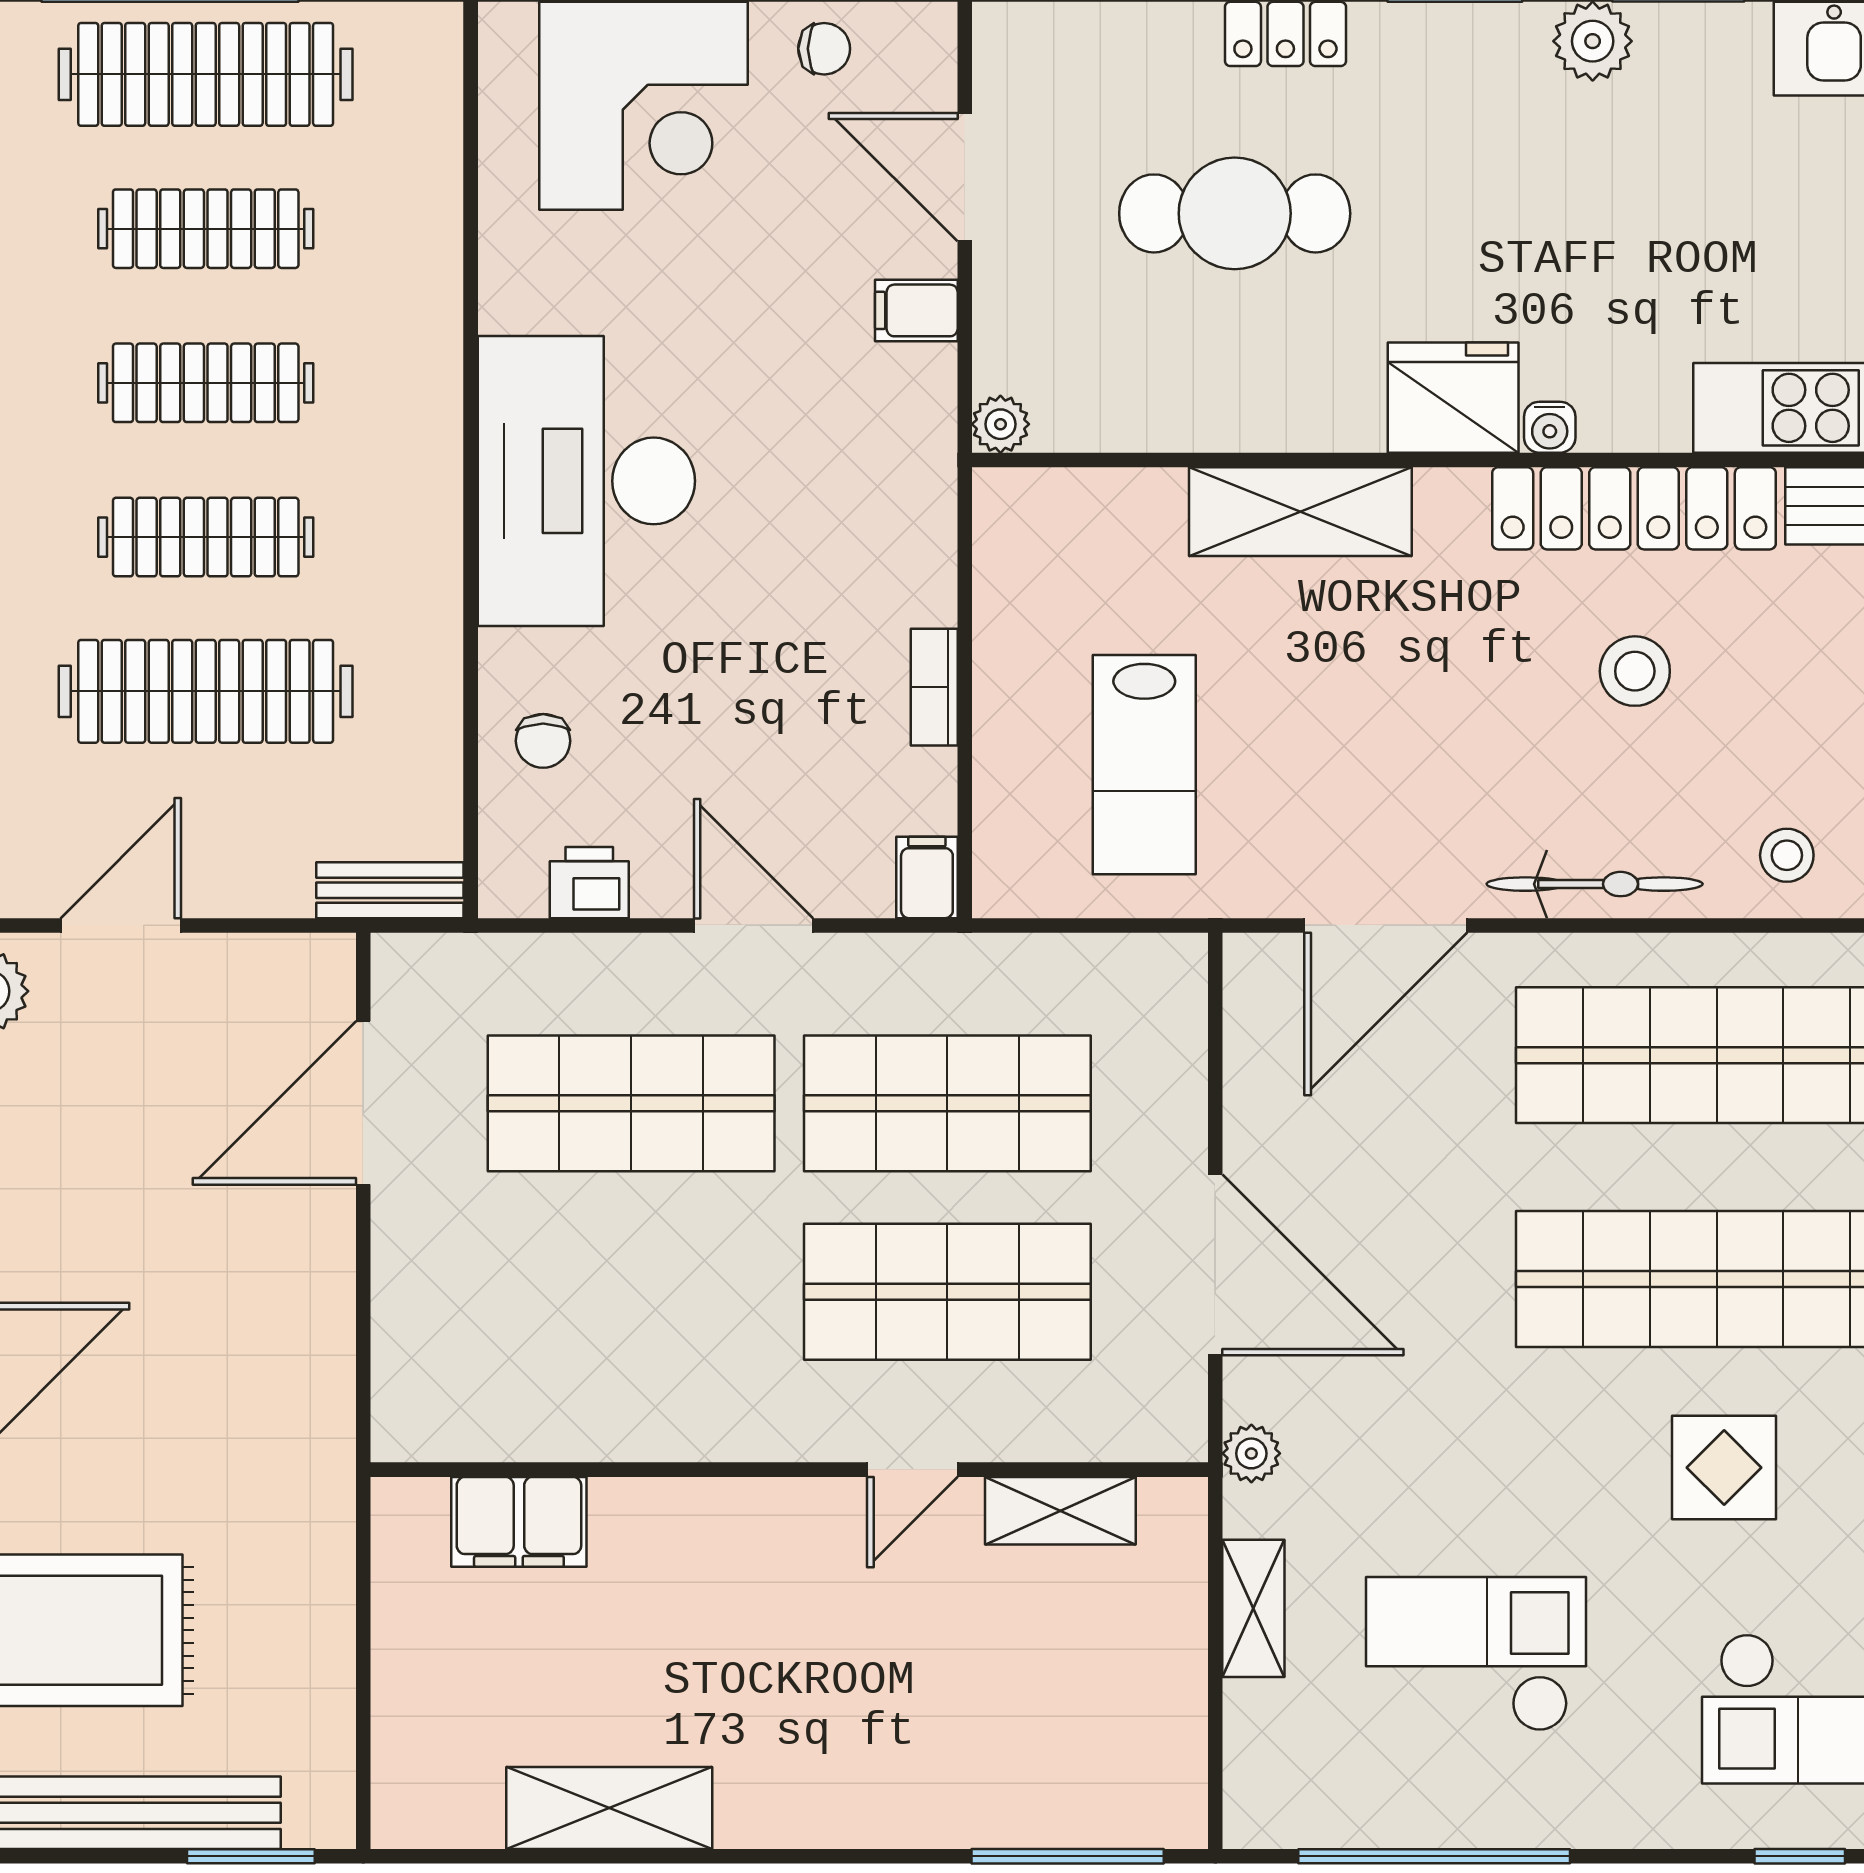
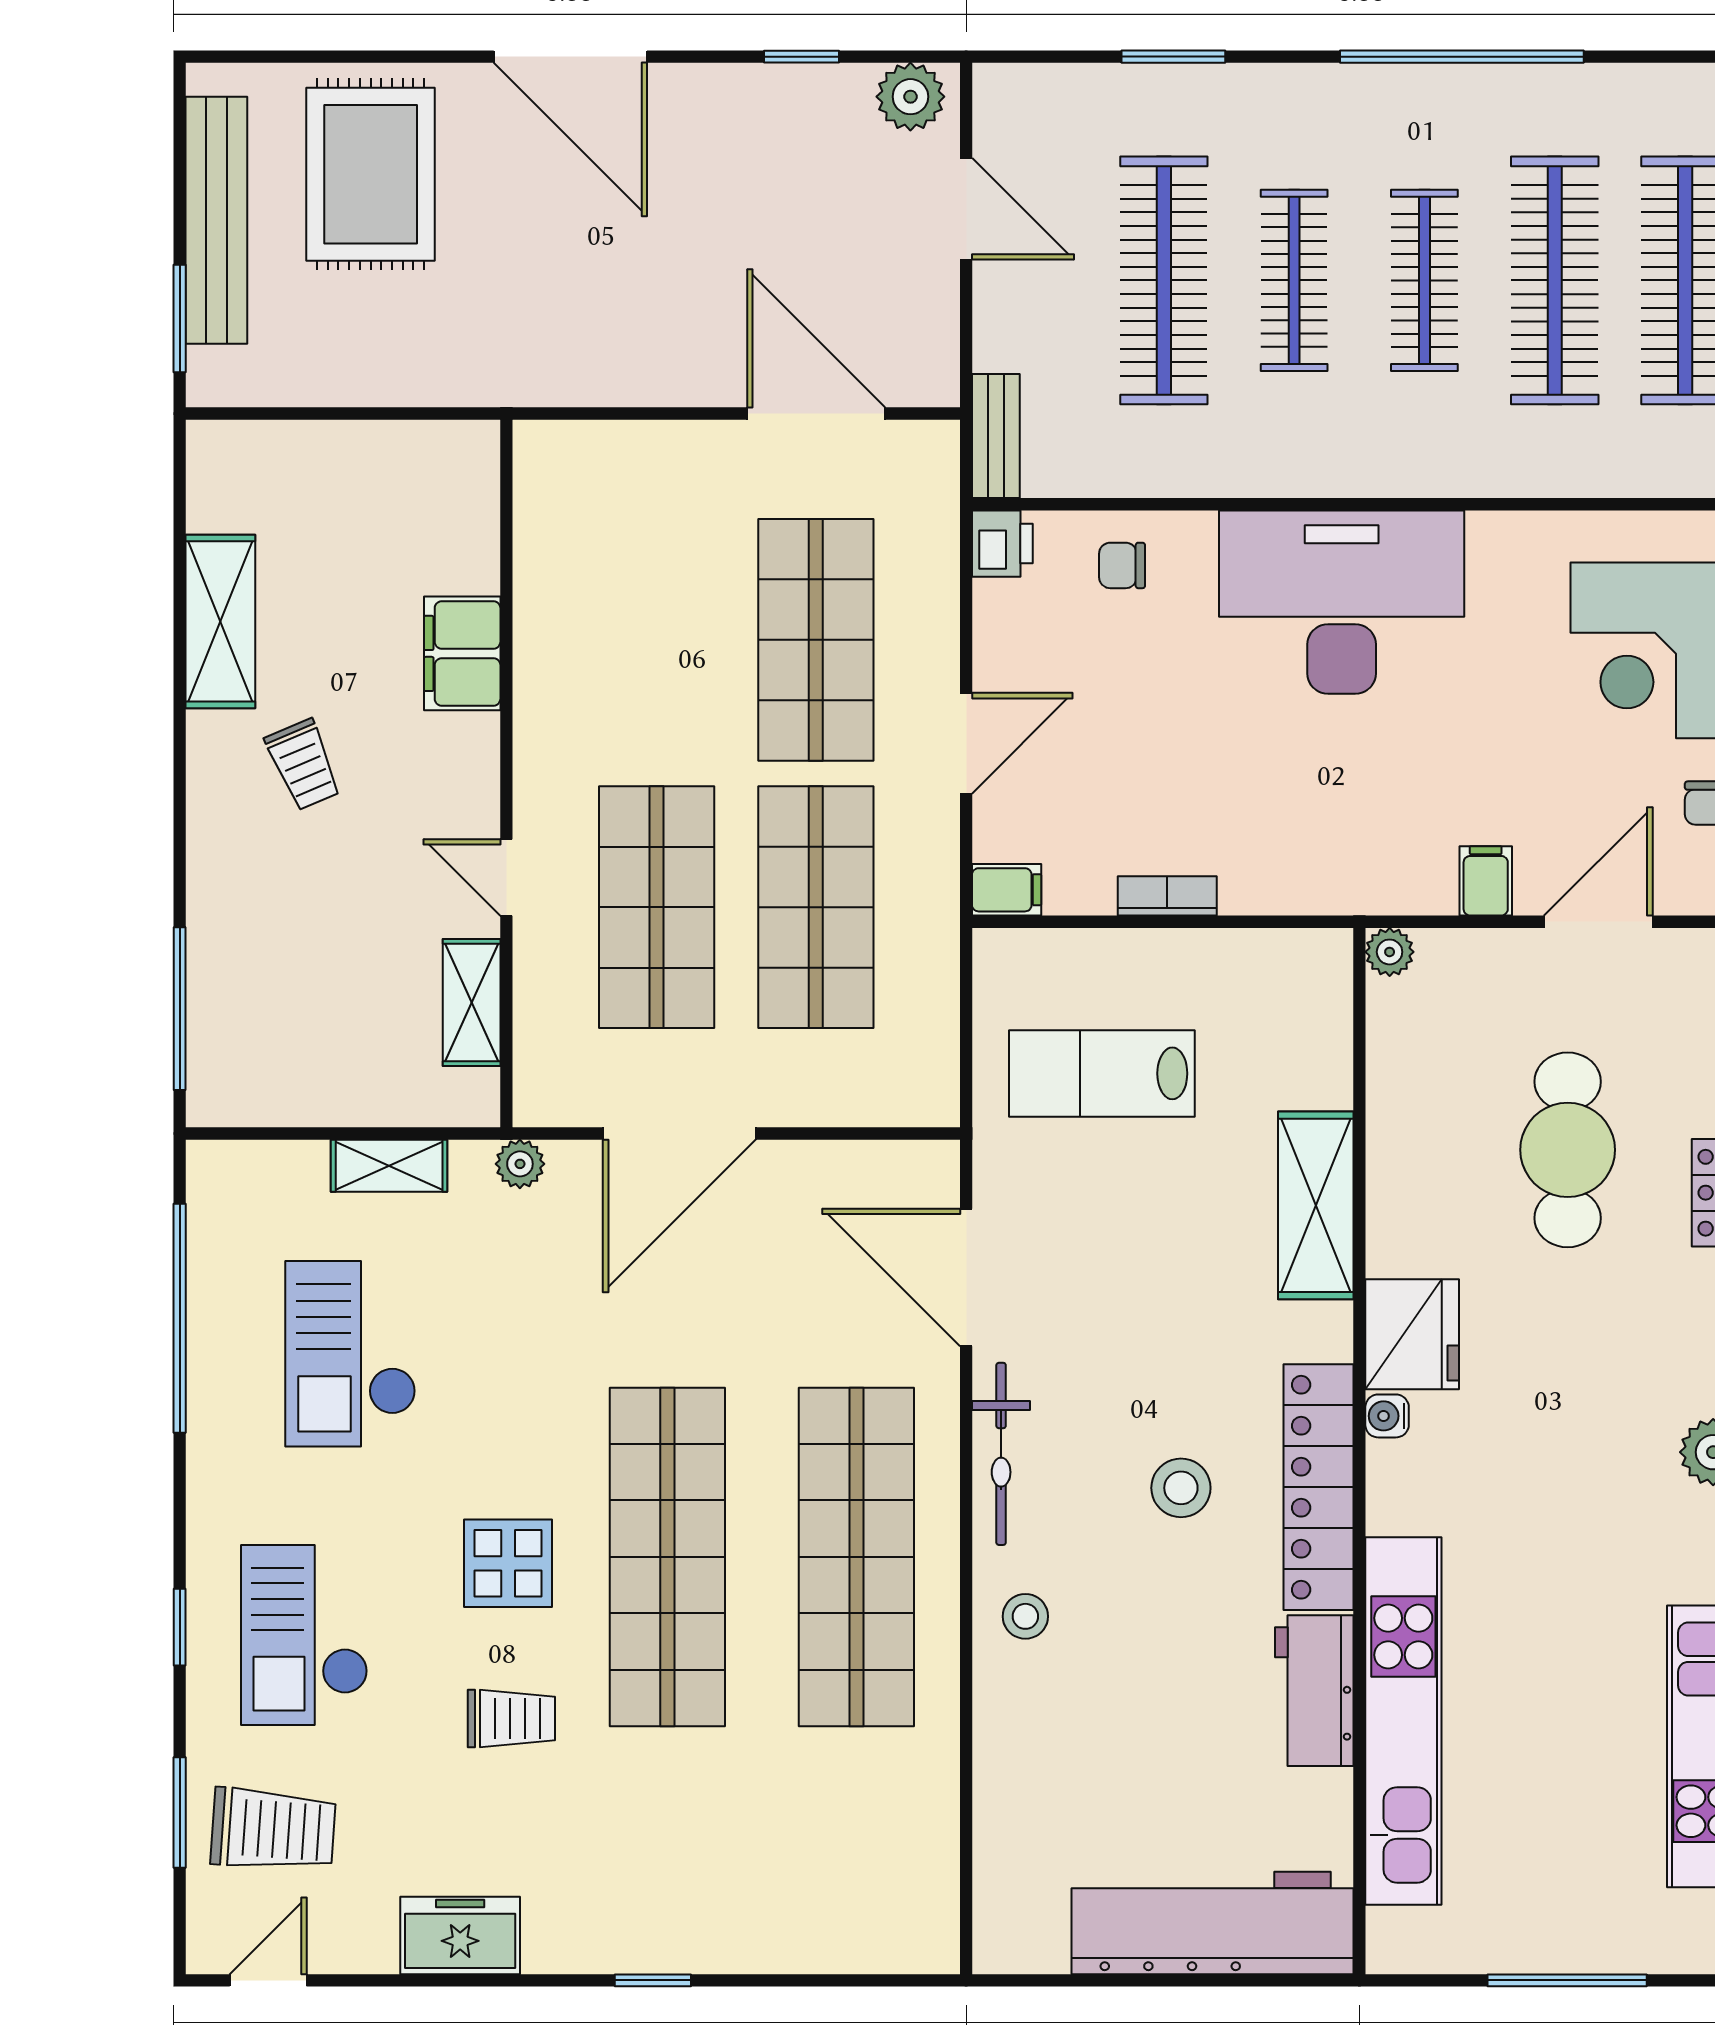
clothes rail: (206, 229) -> (1555, 280), width x1.37, depth x1.31
printer: (589, 883) -> (1002, 544), moved
filing cabinet: (519, 1522) -> (462, 653), moved
checkout: (1476, 1654) -> (351, 1354), turned 180
trolley: (779, 1710) -> (303, 765), added

